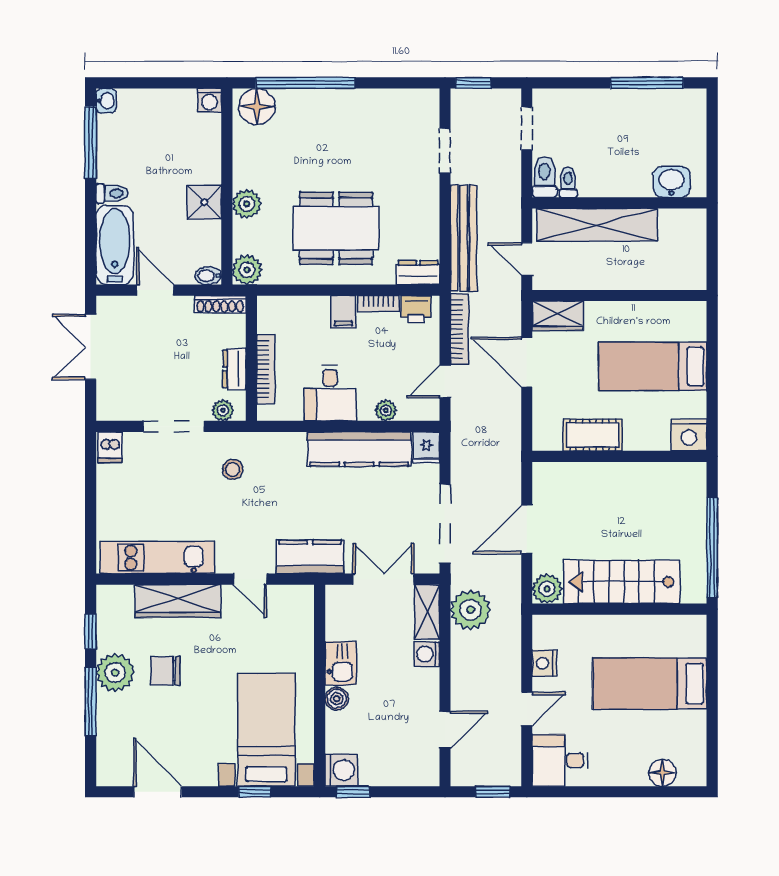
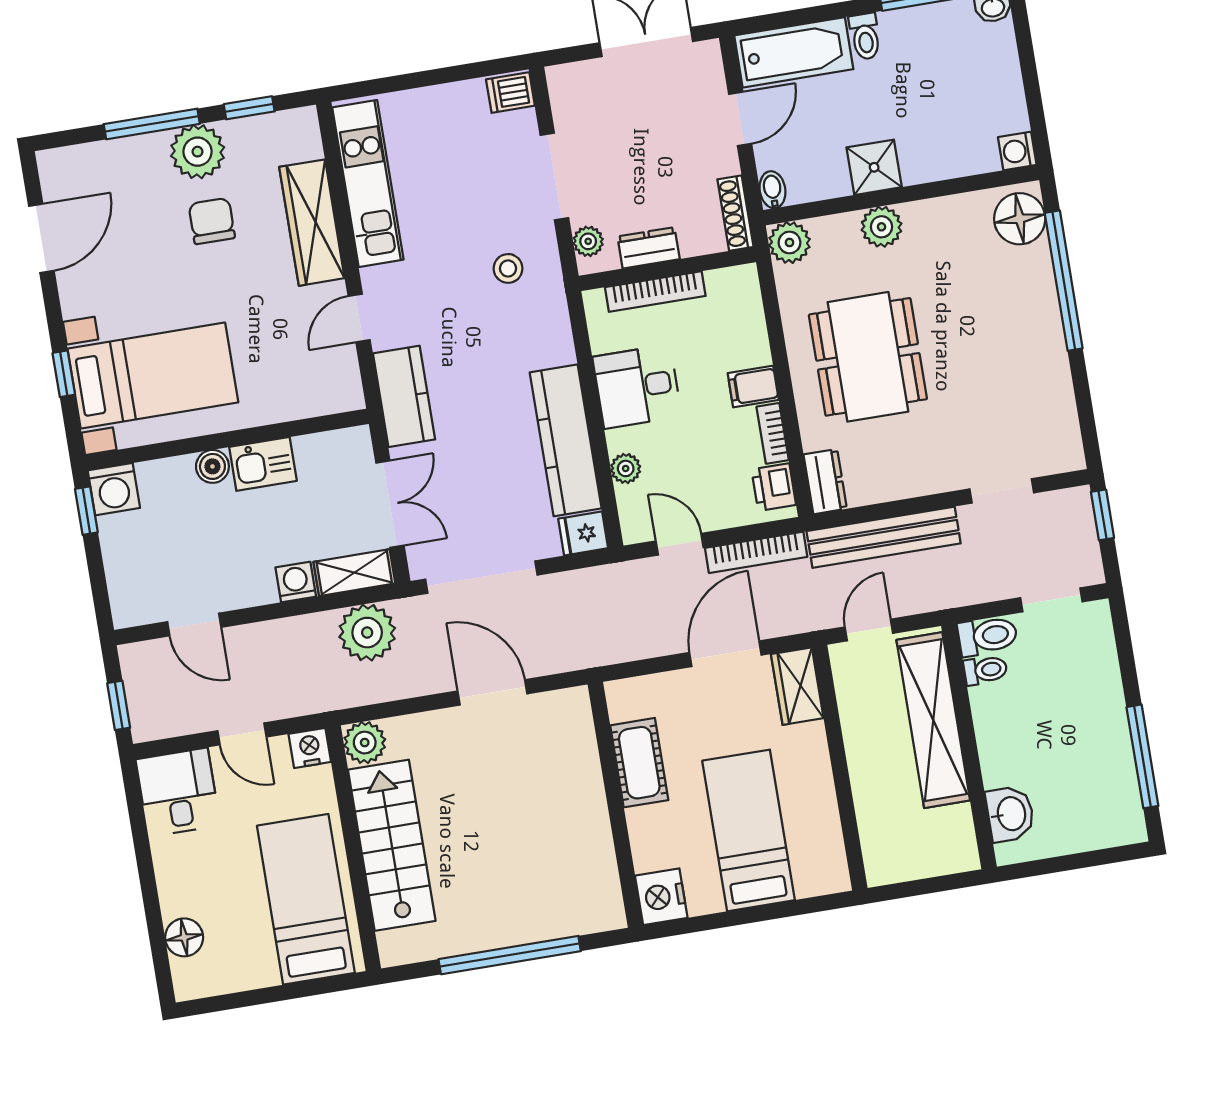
stairs: (622, 582) -> (392, 845), moved
plant: (547, 589) -> (365, 743), moved
wall: (619, 609) -> (353, 848), moved

